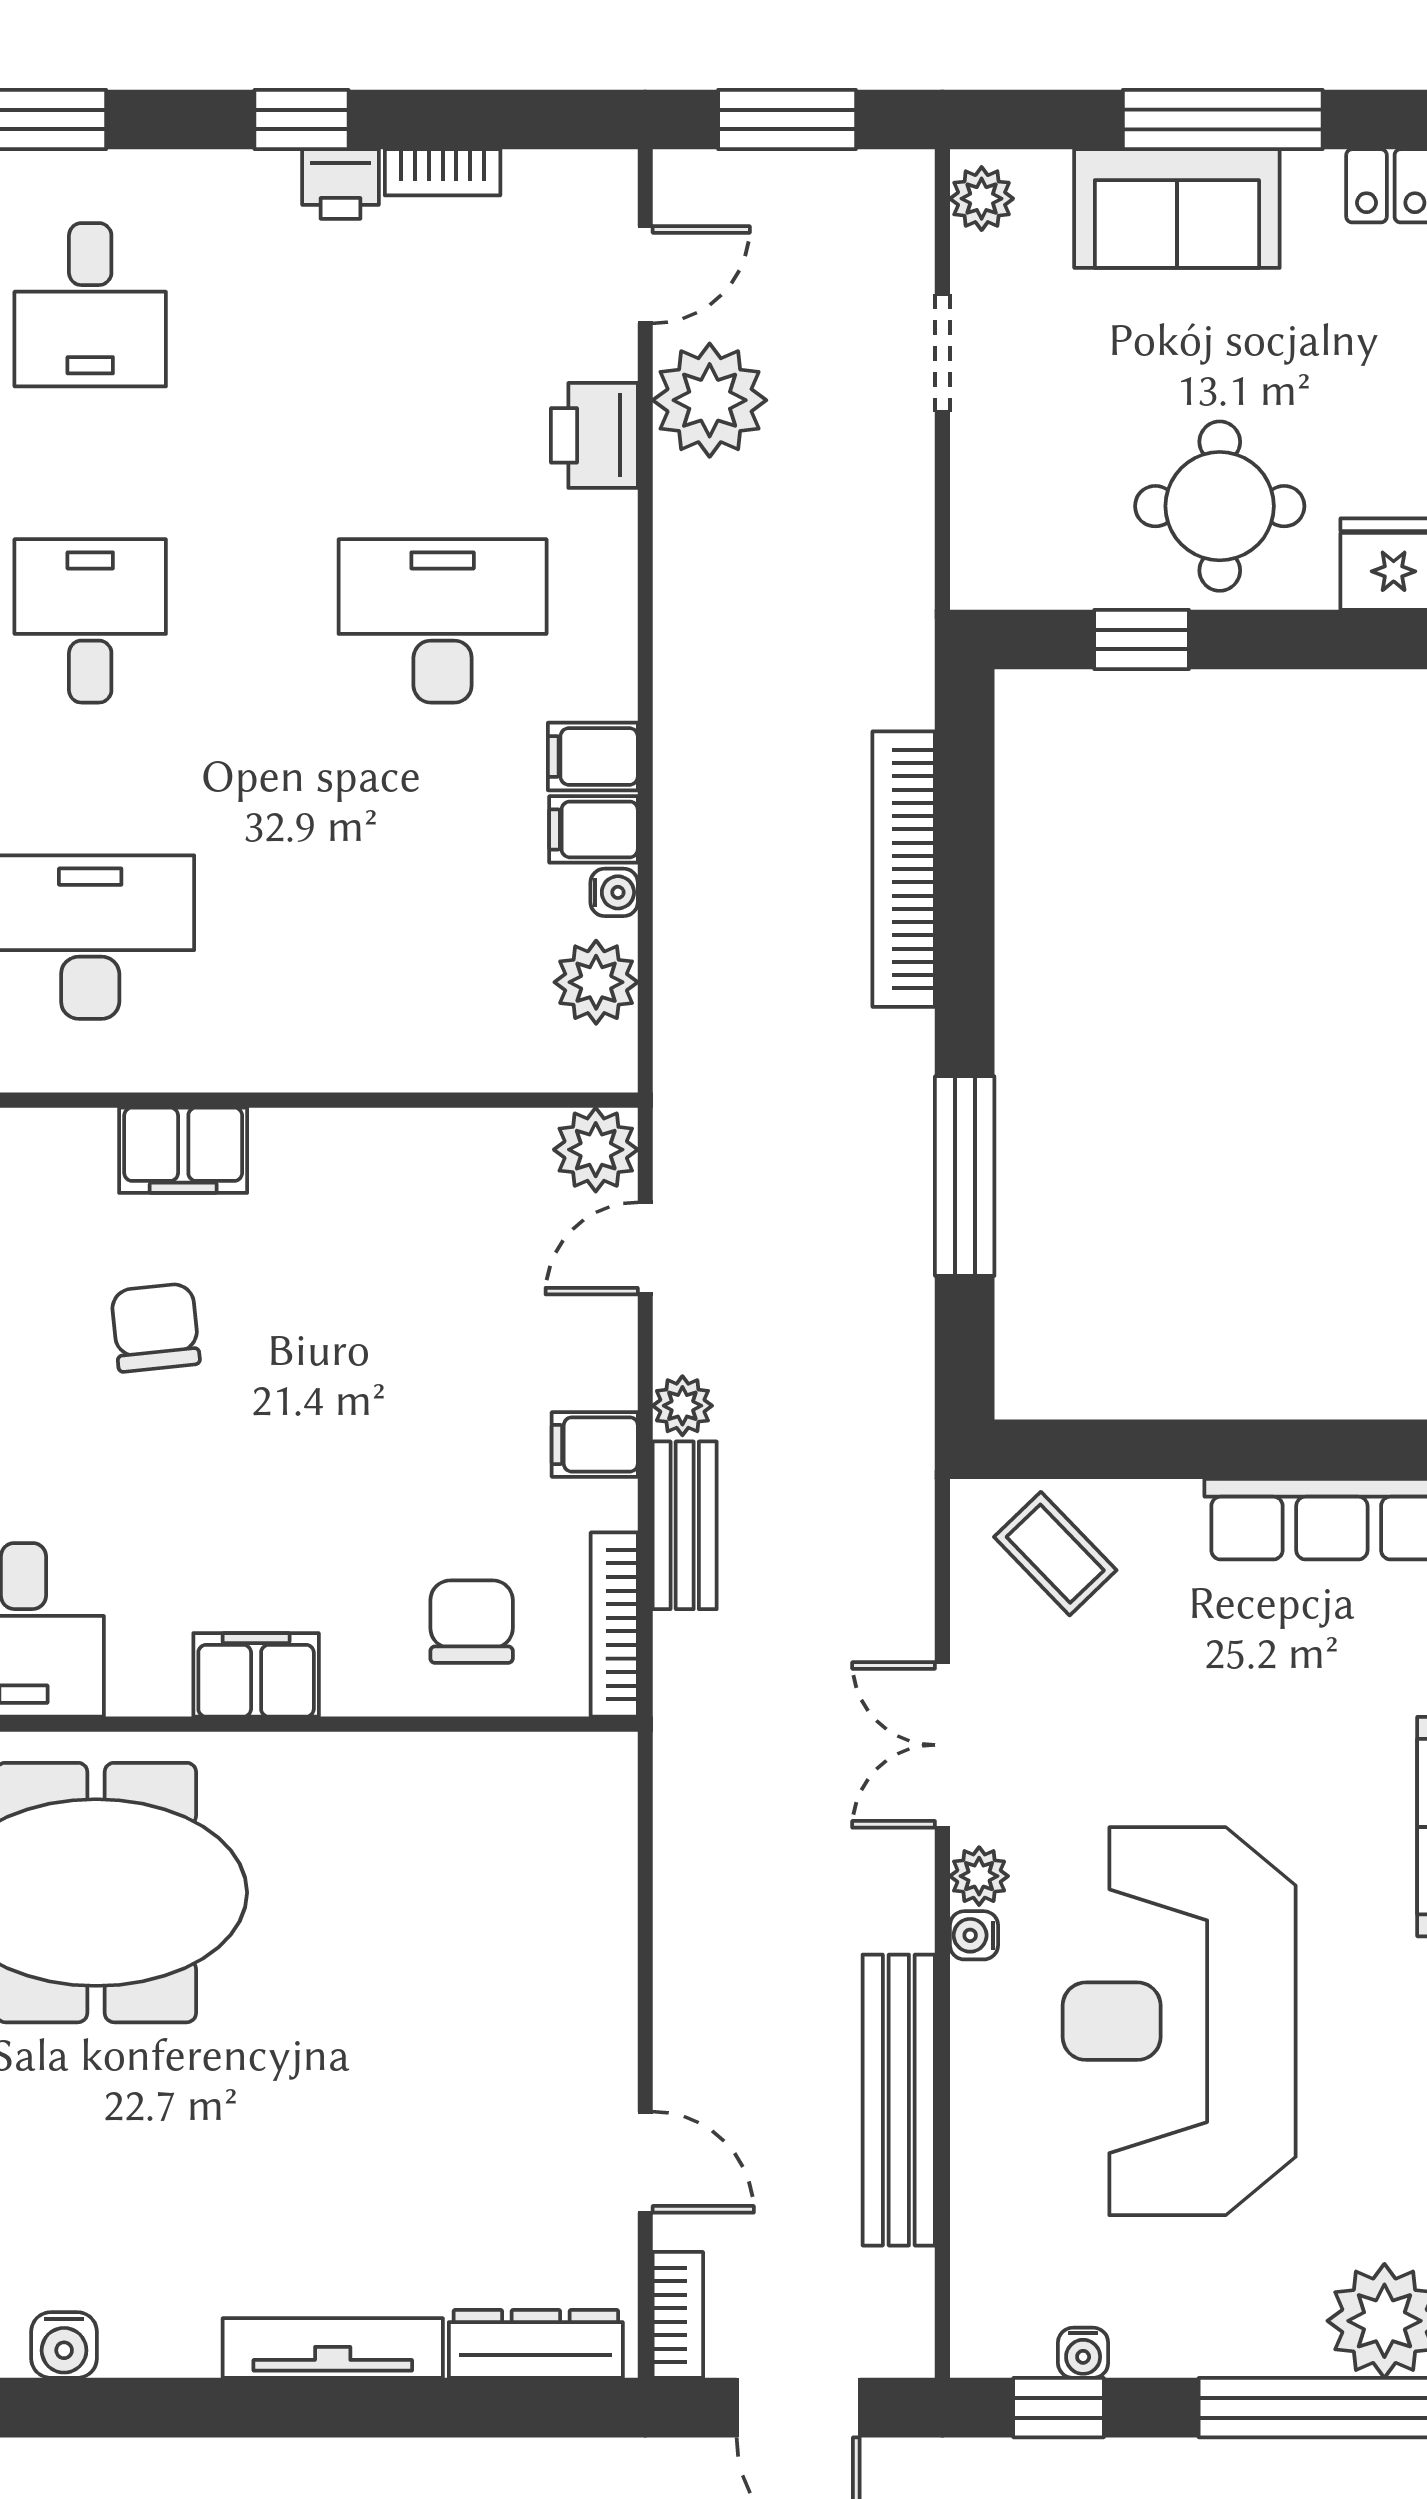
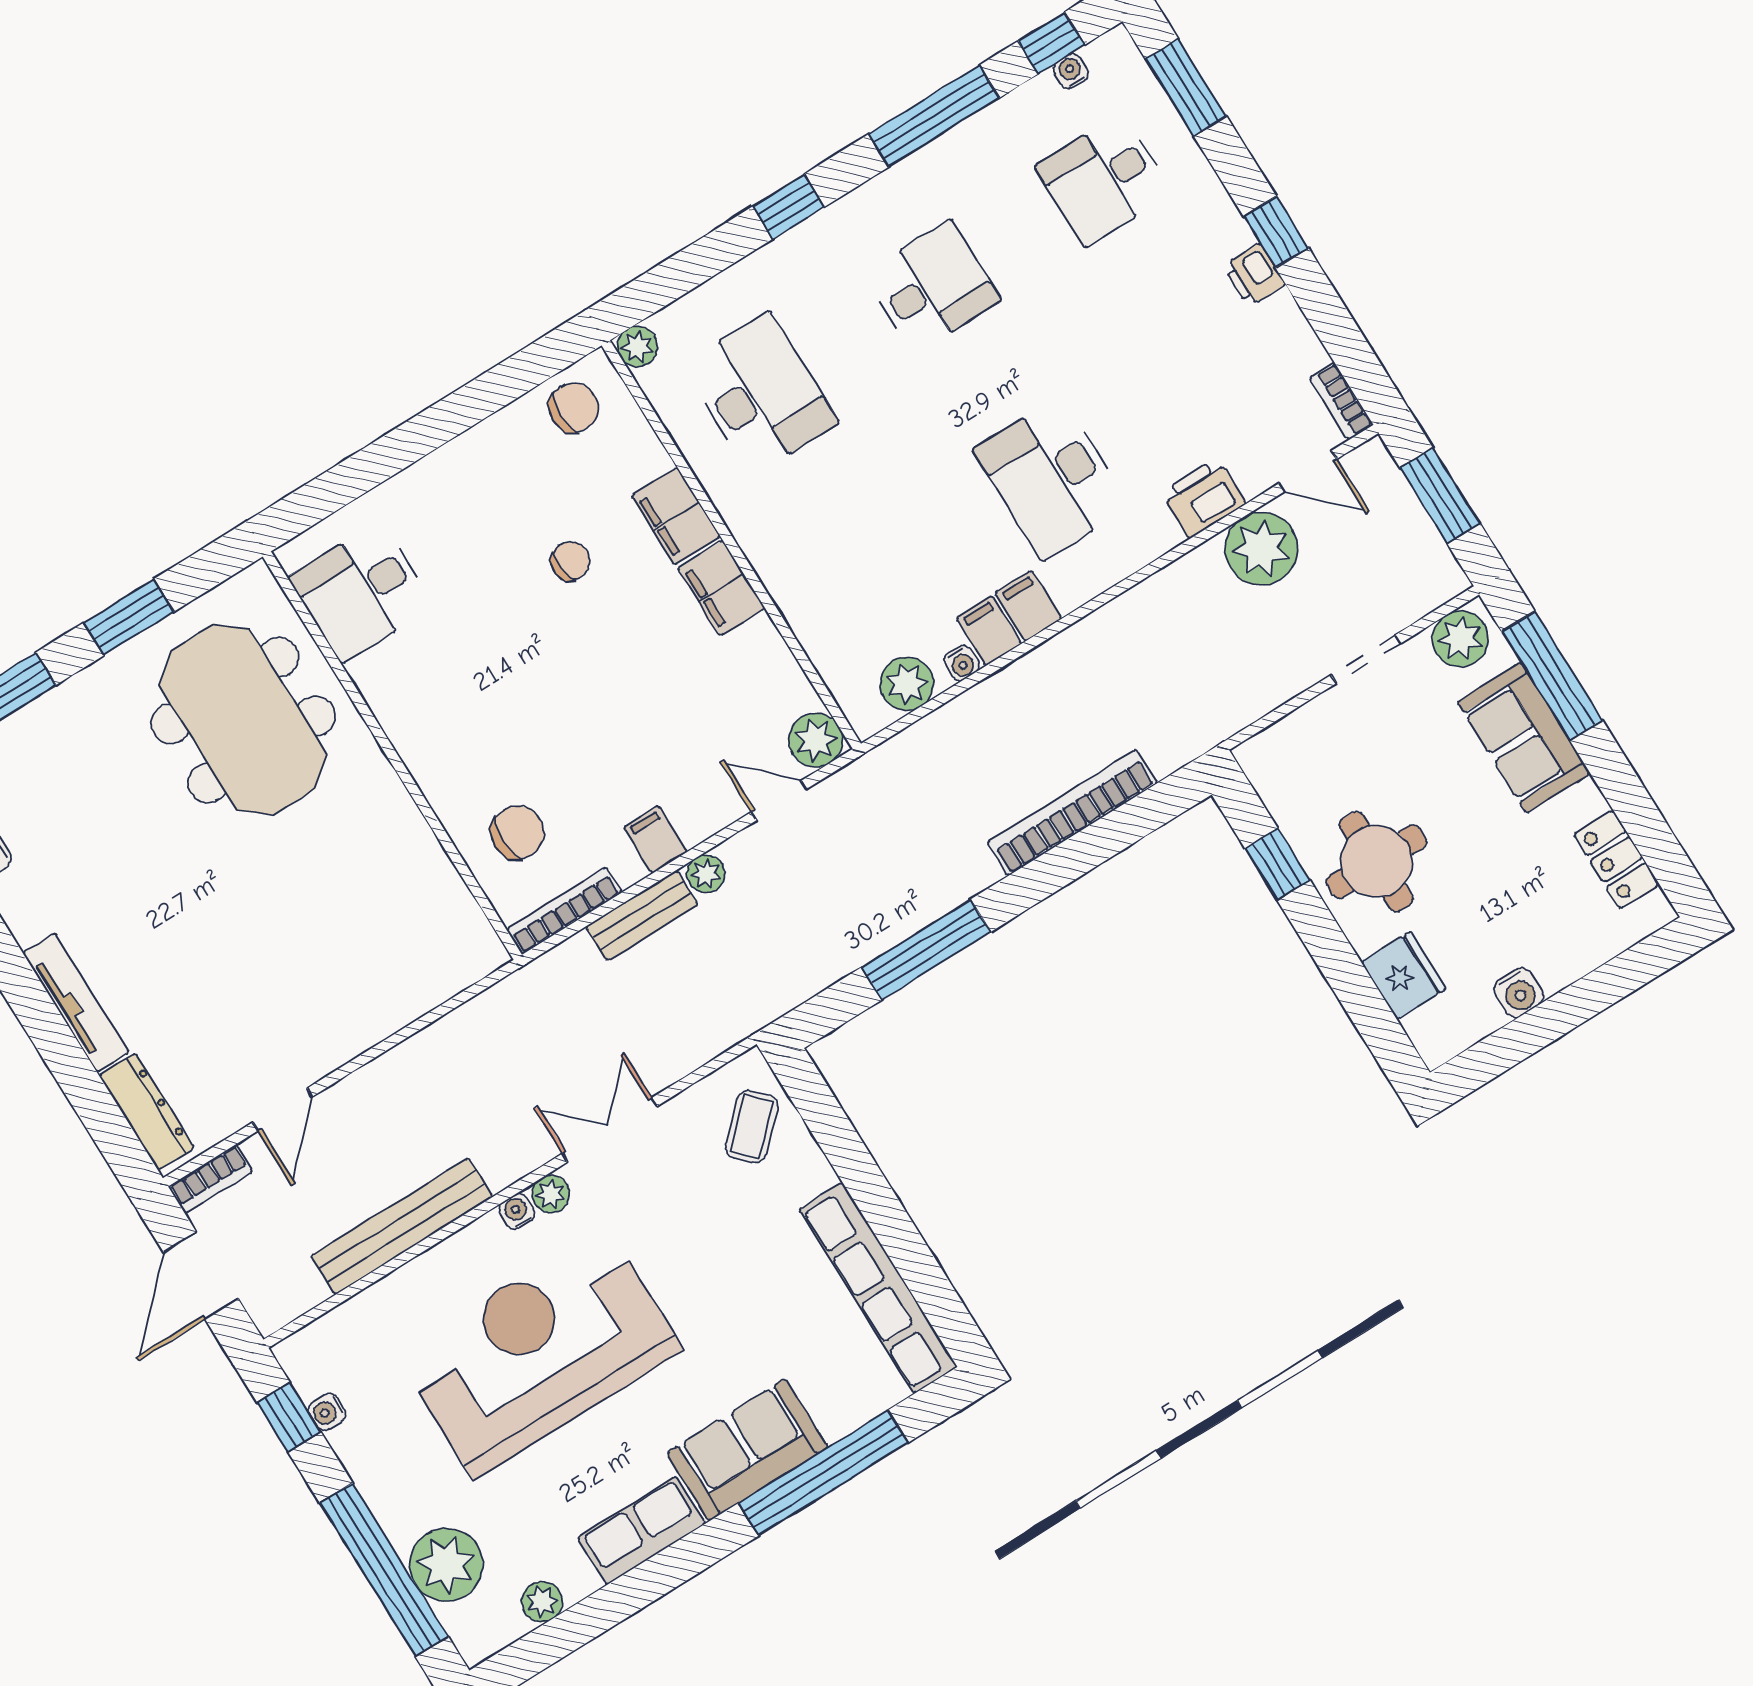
window: (1223, 119) -> (1552, 676), moved
bookcase: (443, 172) -> (1341, 401), moved
plant: (982, 199) -> (1460, 639), width x1.38, depth x1.38
desk: (443, 621) -> (1051, 478), turned 180
chair: (155, 1327) -> (570, 561), width x0.73, depth x0.73
filing cabinet: (256, 1675) -> (721, 588), moved, turned 180

